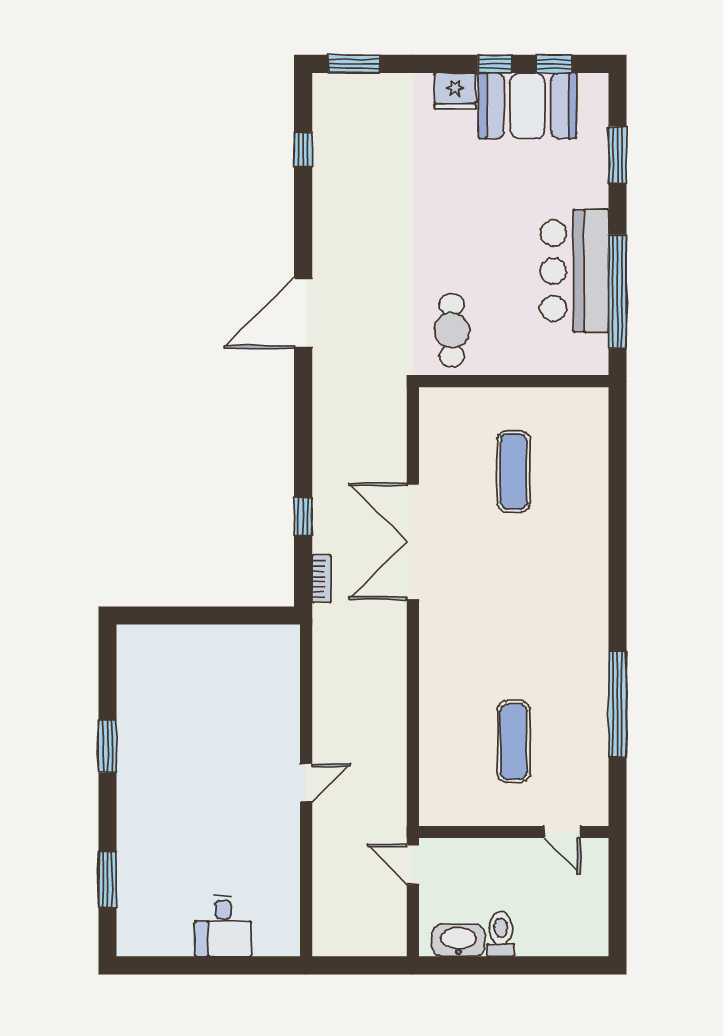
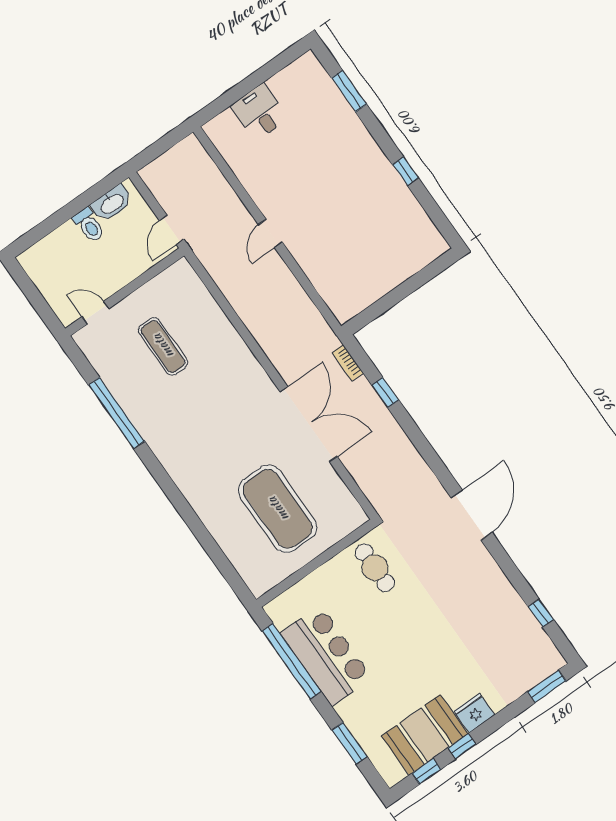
exercise mat: (514, 472) -> (278, 509), width x2.00, depth x1.45
window: (107, 746) -> (405, 171), width x0.67
door: (413, 864) -> (172, 230), swing flipped

